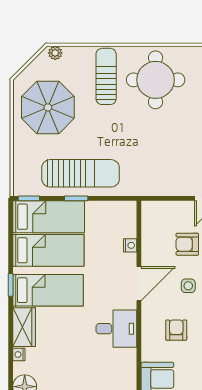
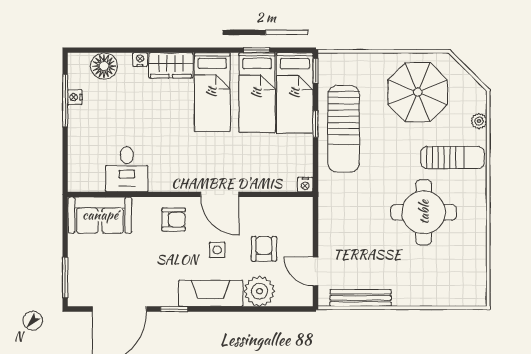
plant: (55, 53) -> (479, 121), moved
round table: (156, 80) -> (424, 212), moved
nightstand: (130, 245) -> (305, 185), moved
window: (11, 285) -> (257, 50), moved
desk: (116, 329) -> (127, 169), moved
armchair: (176, 330) -> (174, 220), moved

